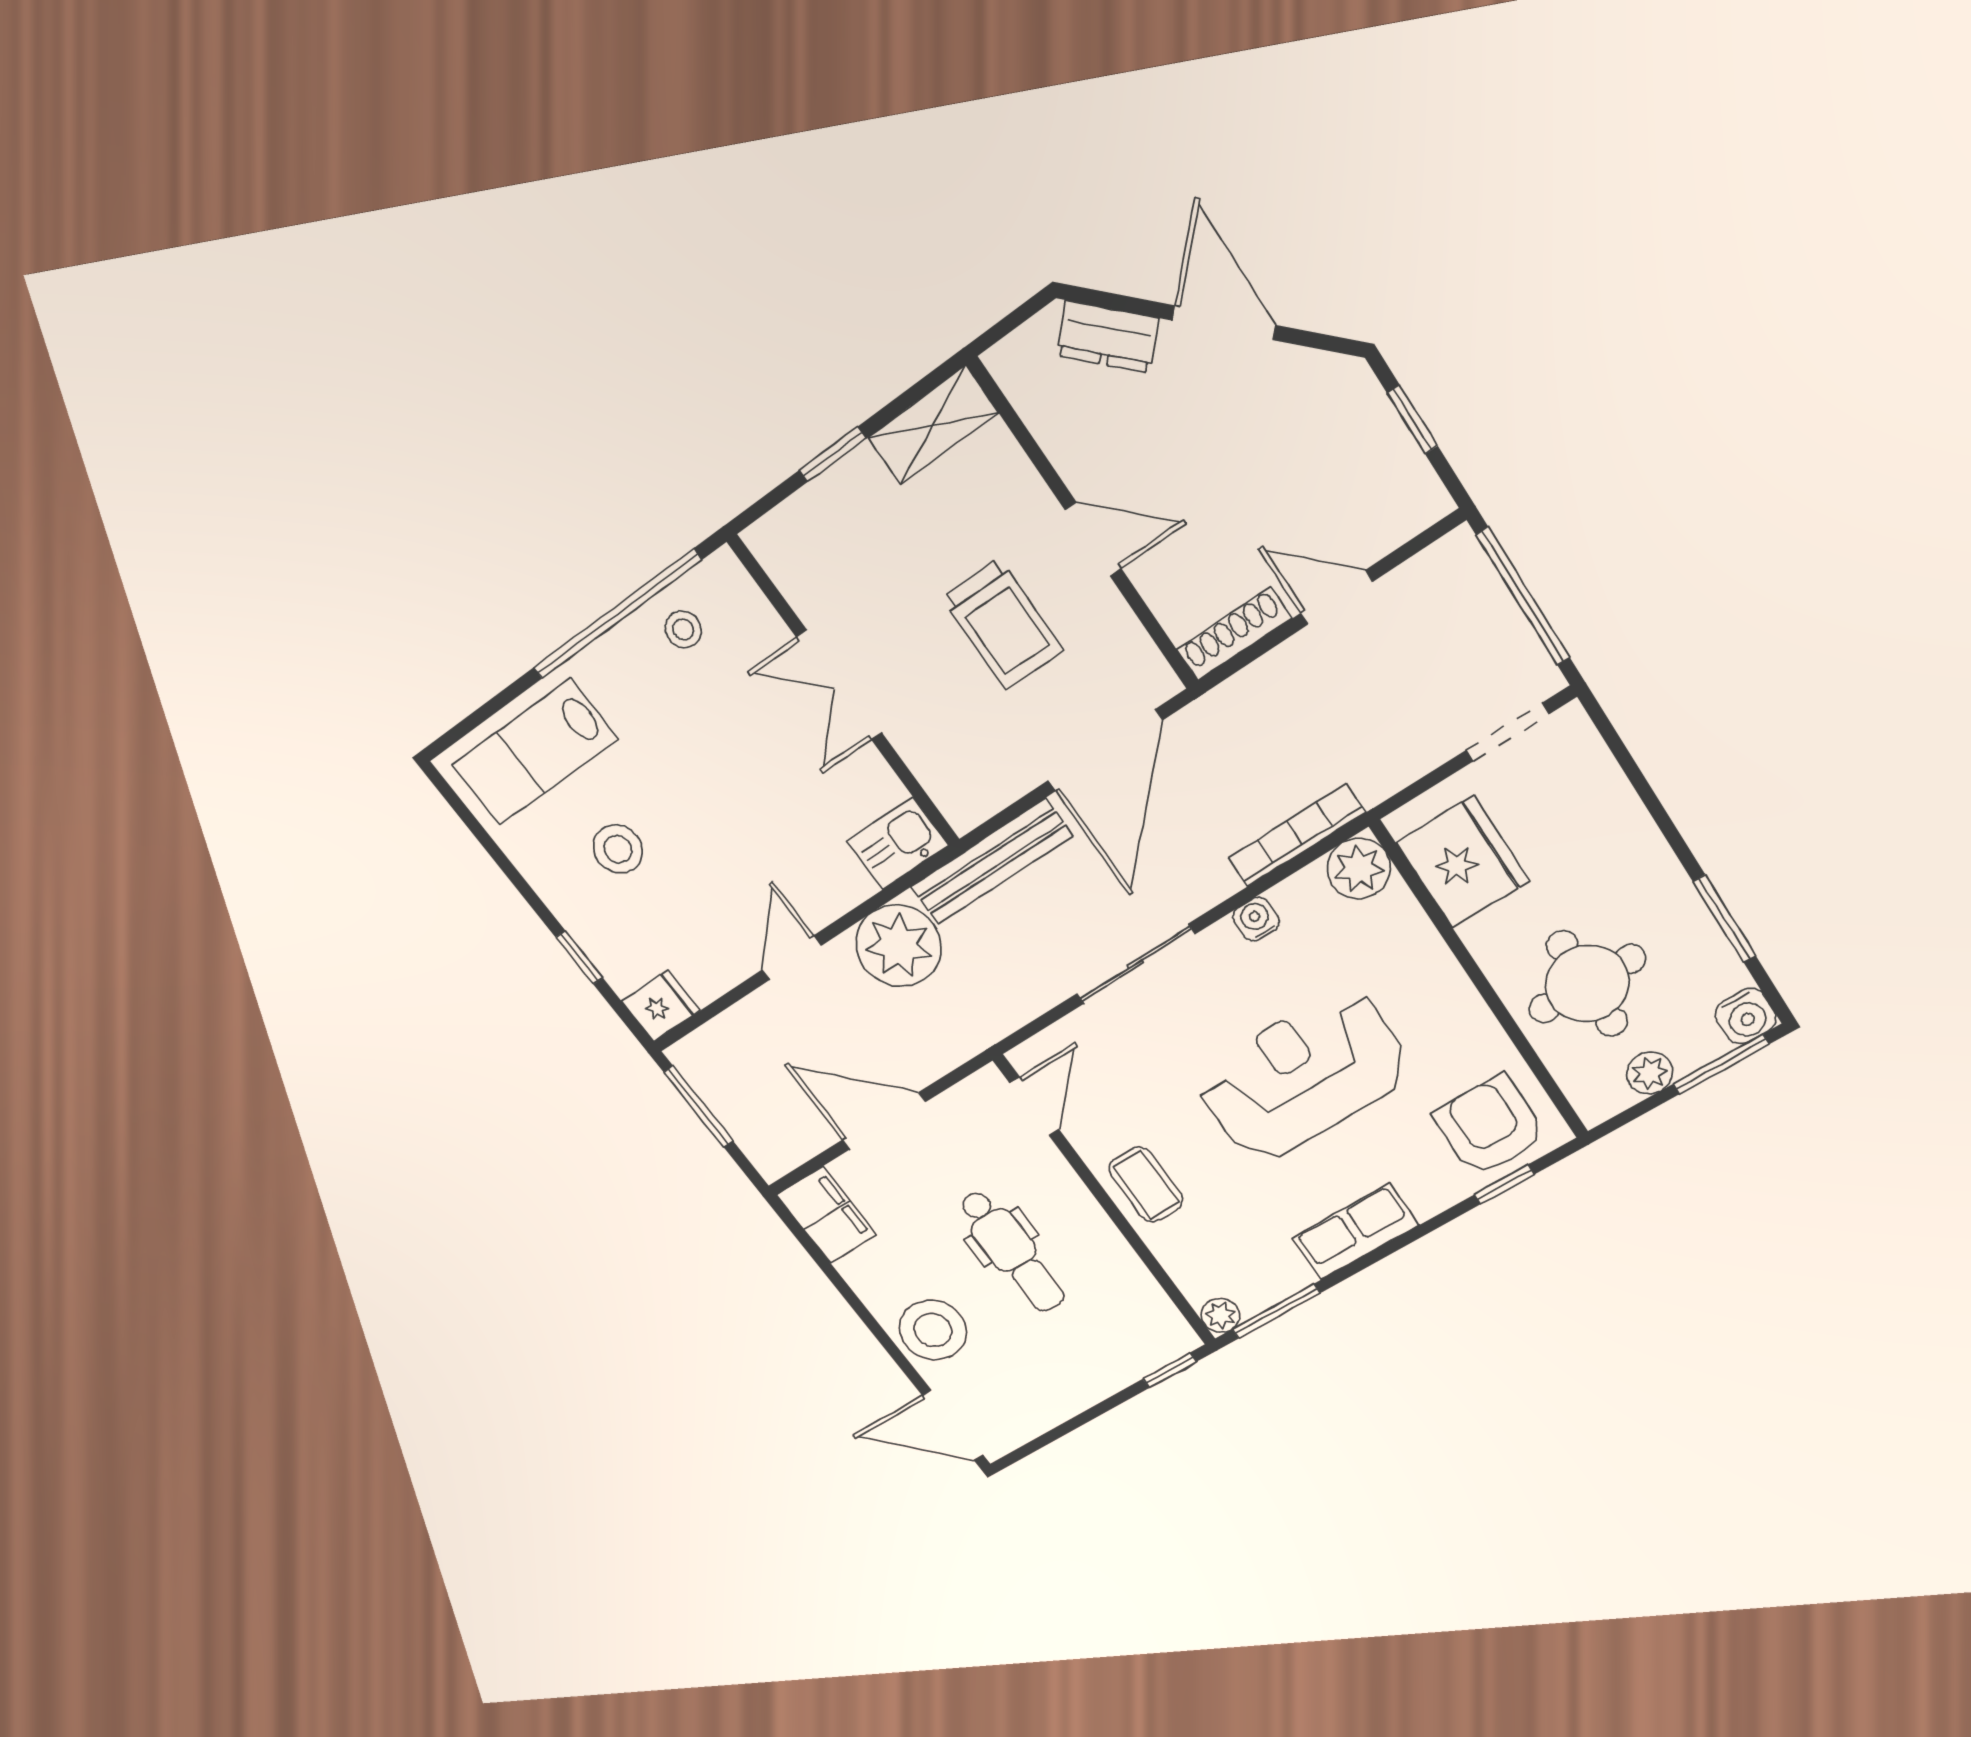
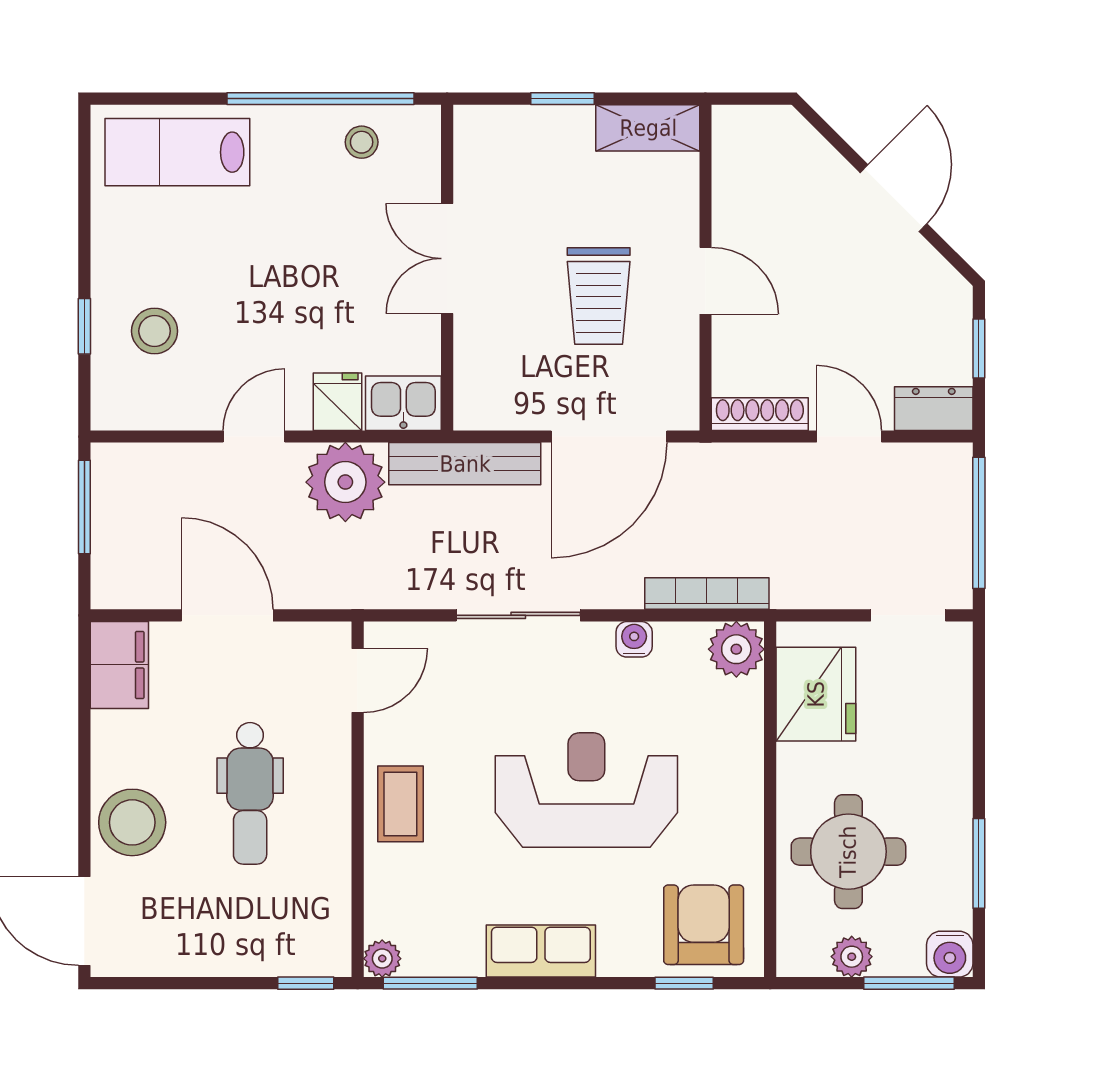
dresser: (1108, 337) -> (934, 409), moved, turned 135
stool: (618, 849) -> (155, 331), moved
fridge: (661, 1006) -> (338, 402), moved, turned -90

